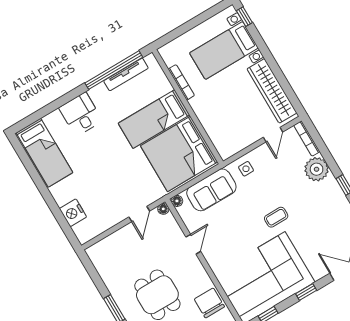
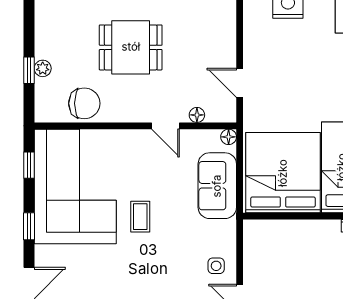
side table: (246, 169) -> (216, 266), moved
floor lamp: (163, 209) -> (197, 115), moved
coffee table: (276, 217) -> (140, 217), moved

